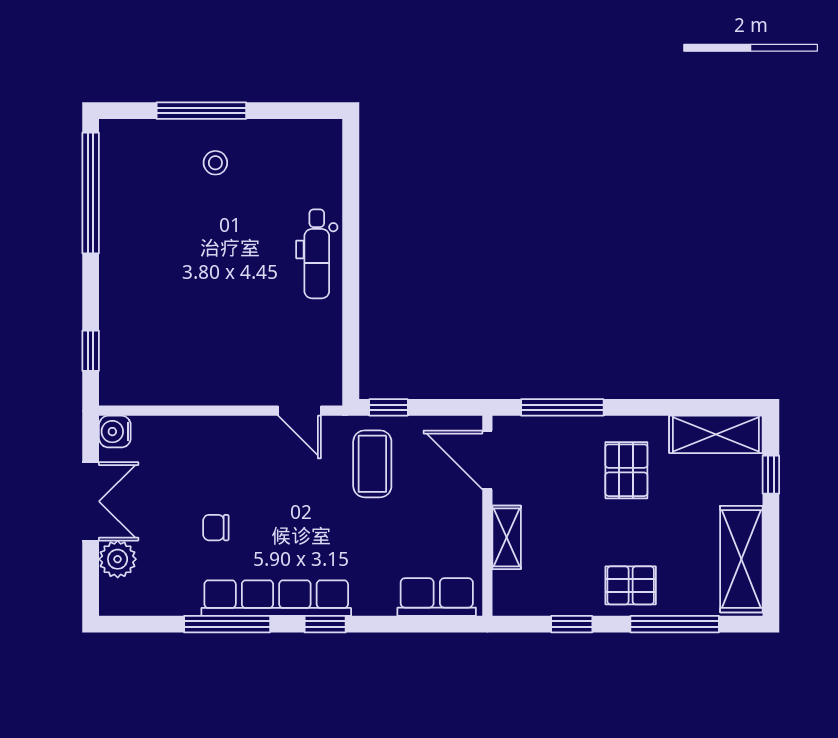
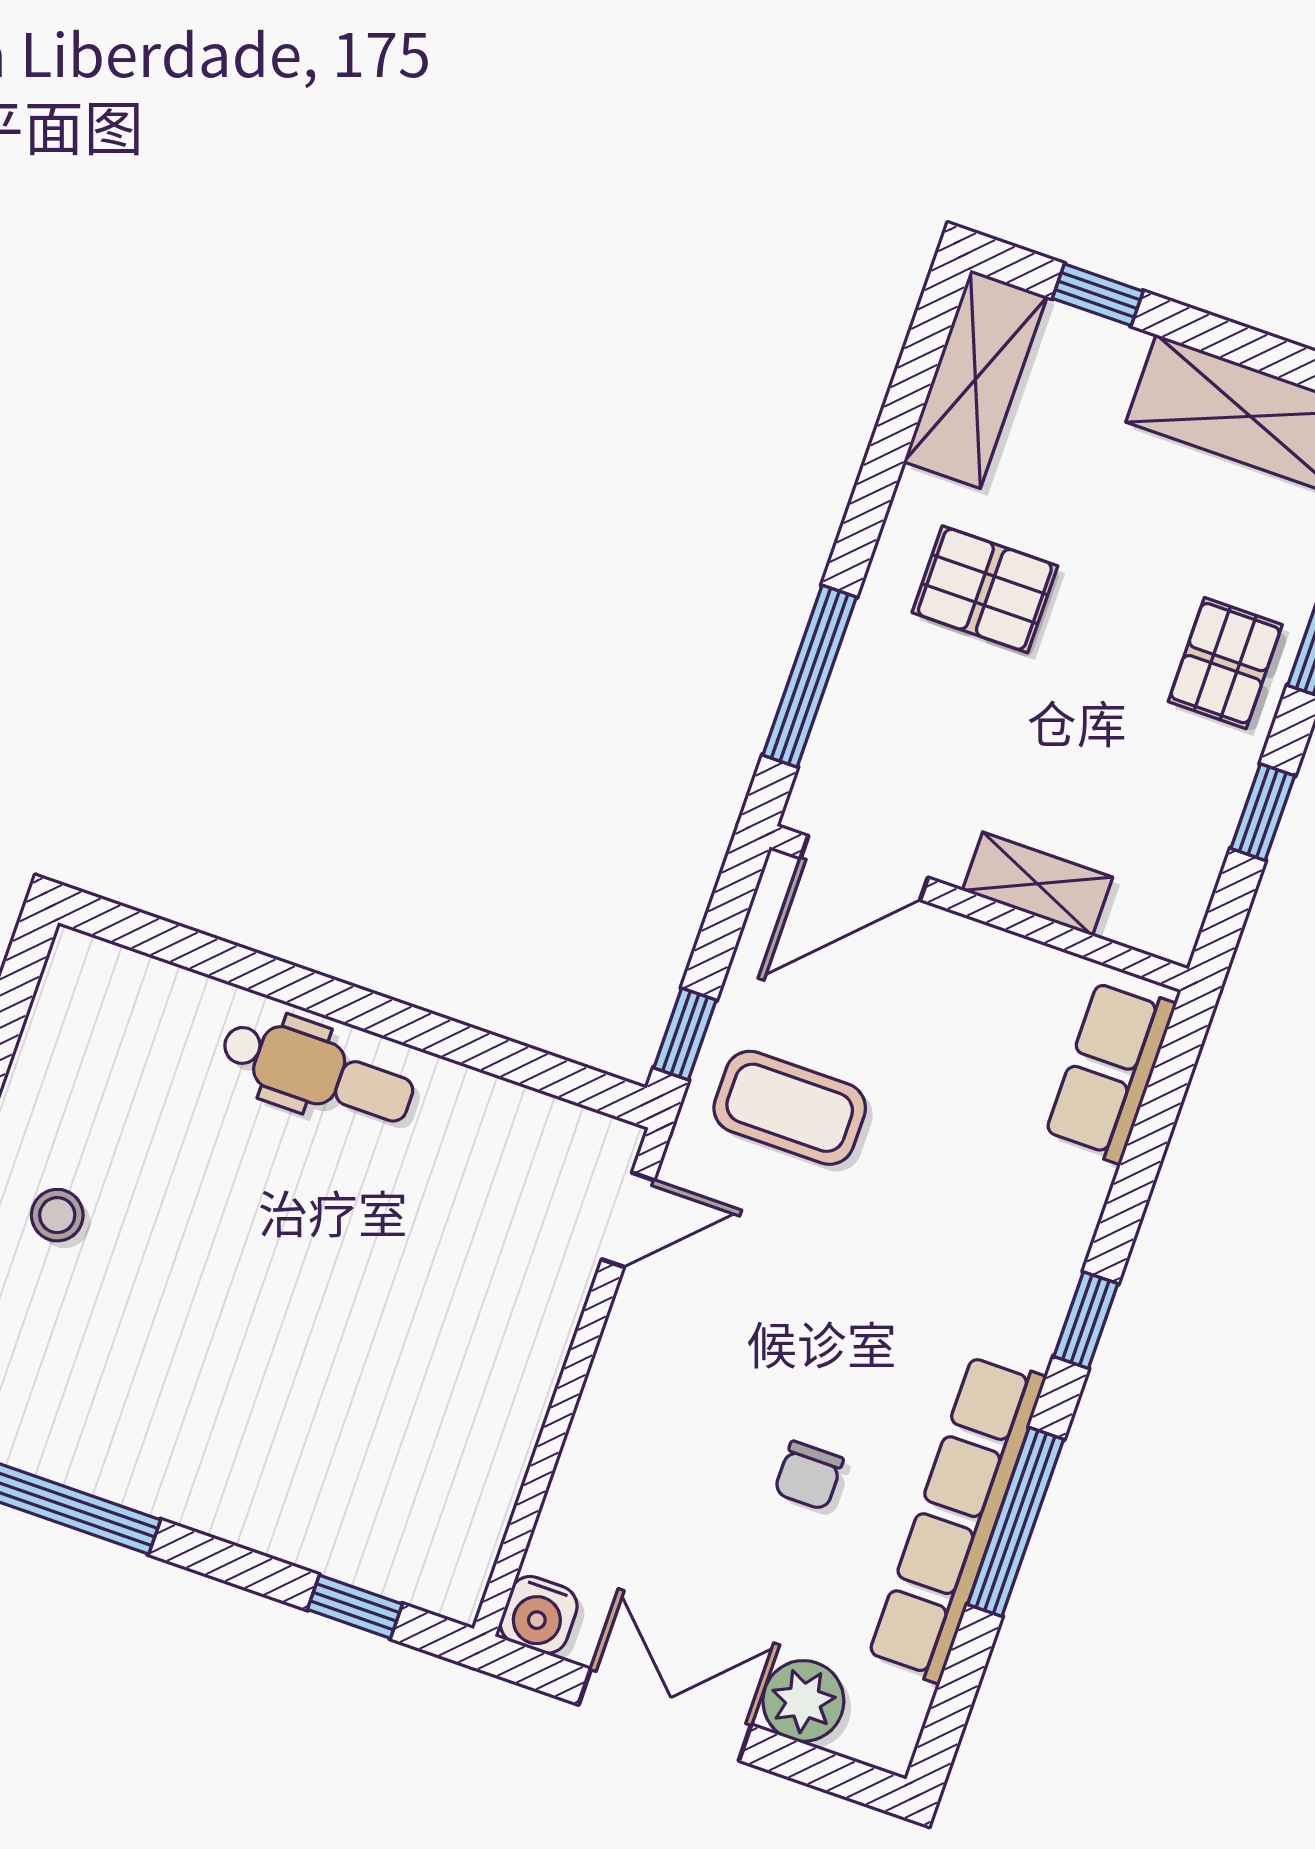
row of seats: (276, 598) -> (957, 1518), moved

